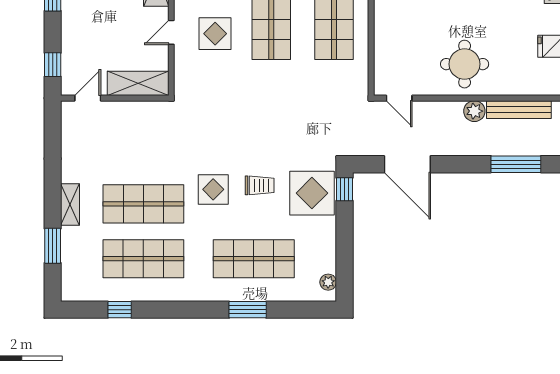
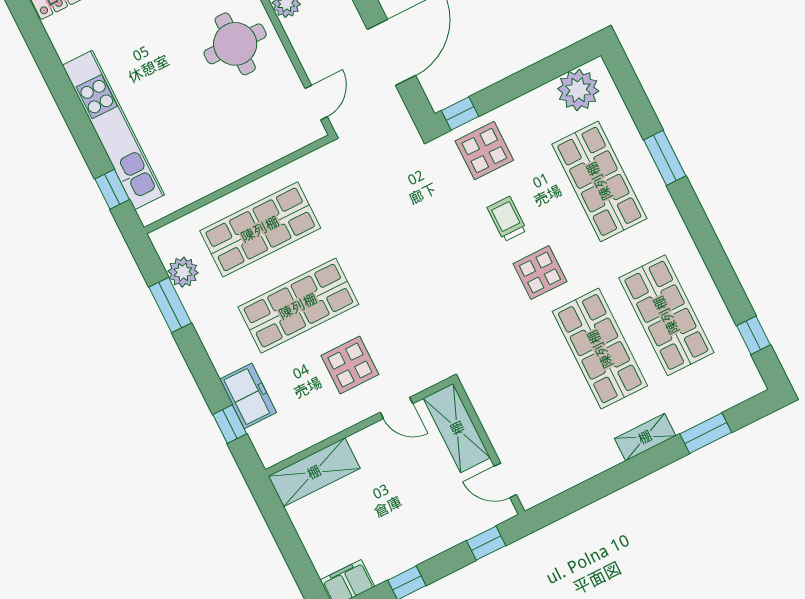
door: (171, 32) -> (396, 408), moved
display table: (312, 193) -> (484, 151), width x0.73, depth x0.73
plant: (328, 282) -> (578, 90), width x1.87, depth x1.87
window: (120, 310) -> (754, 335), moved

